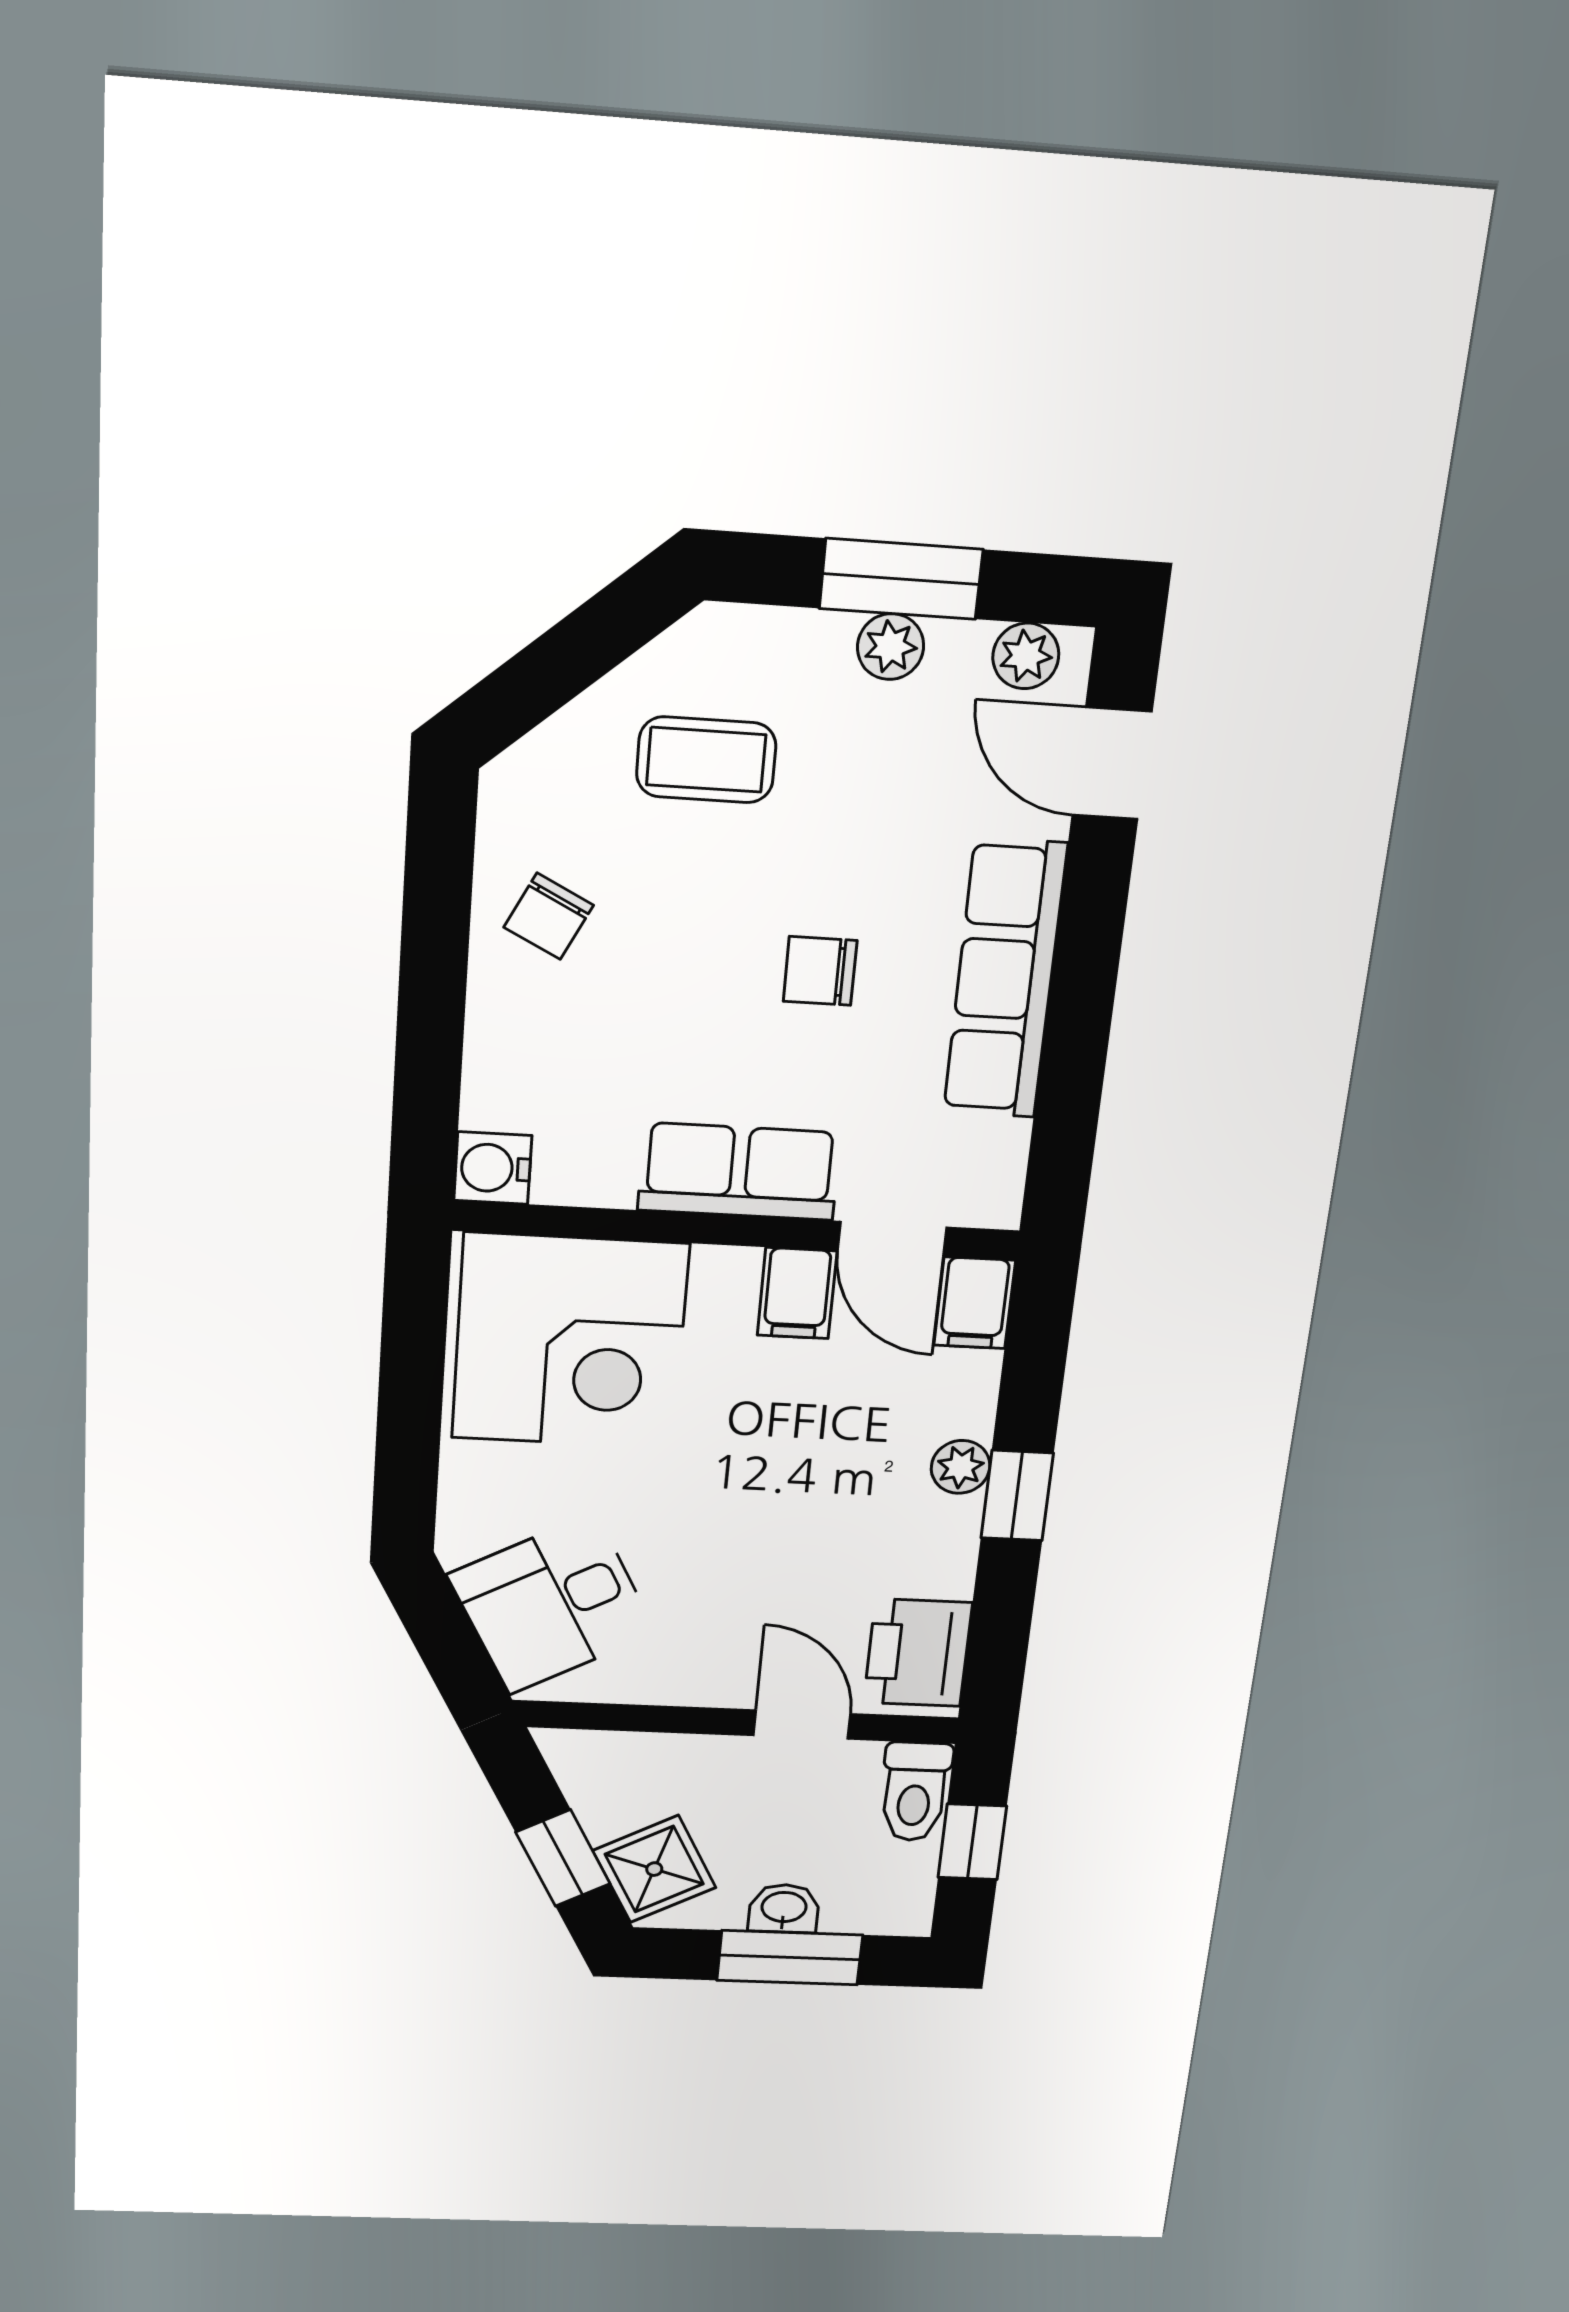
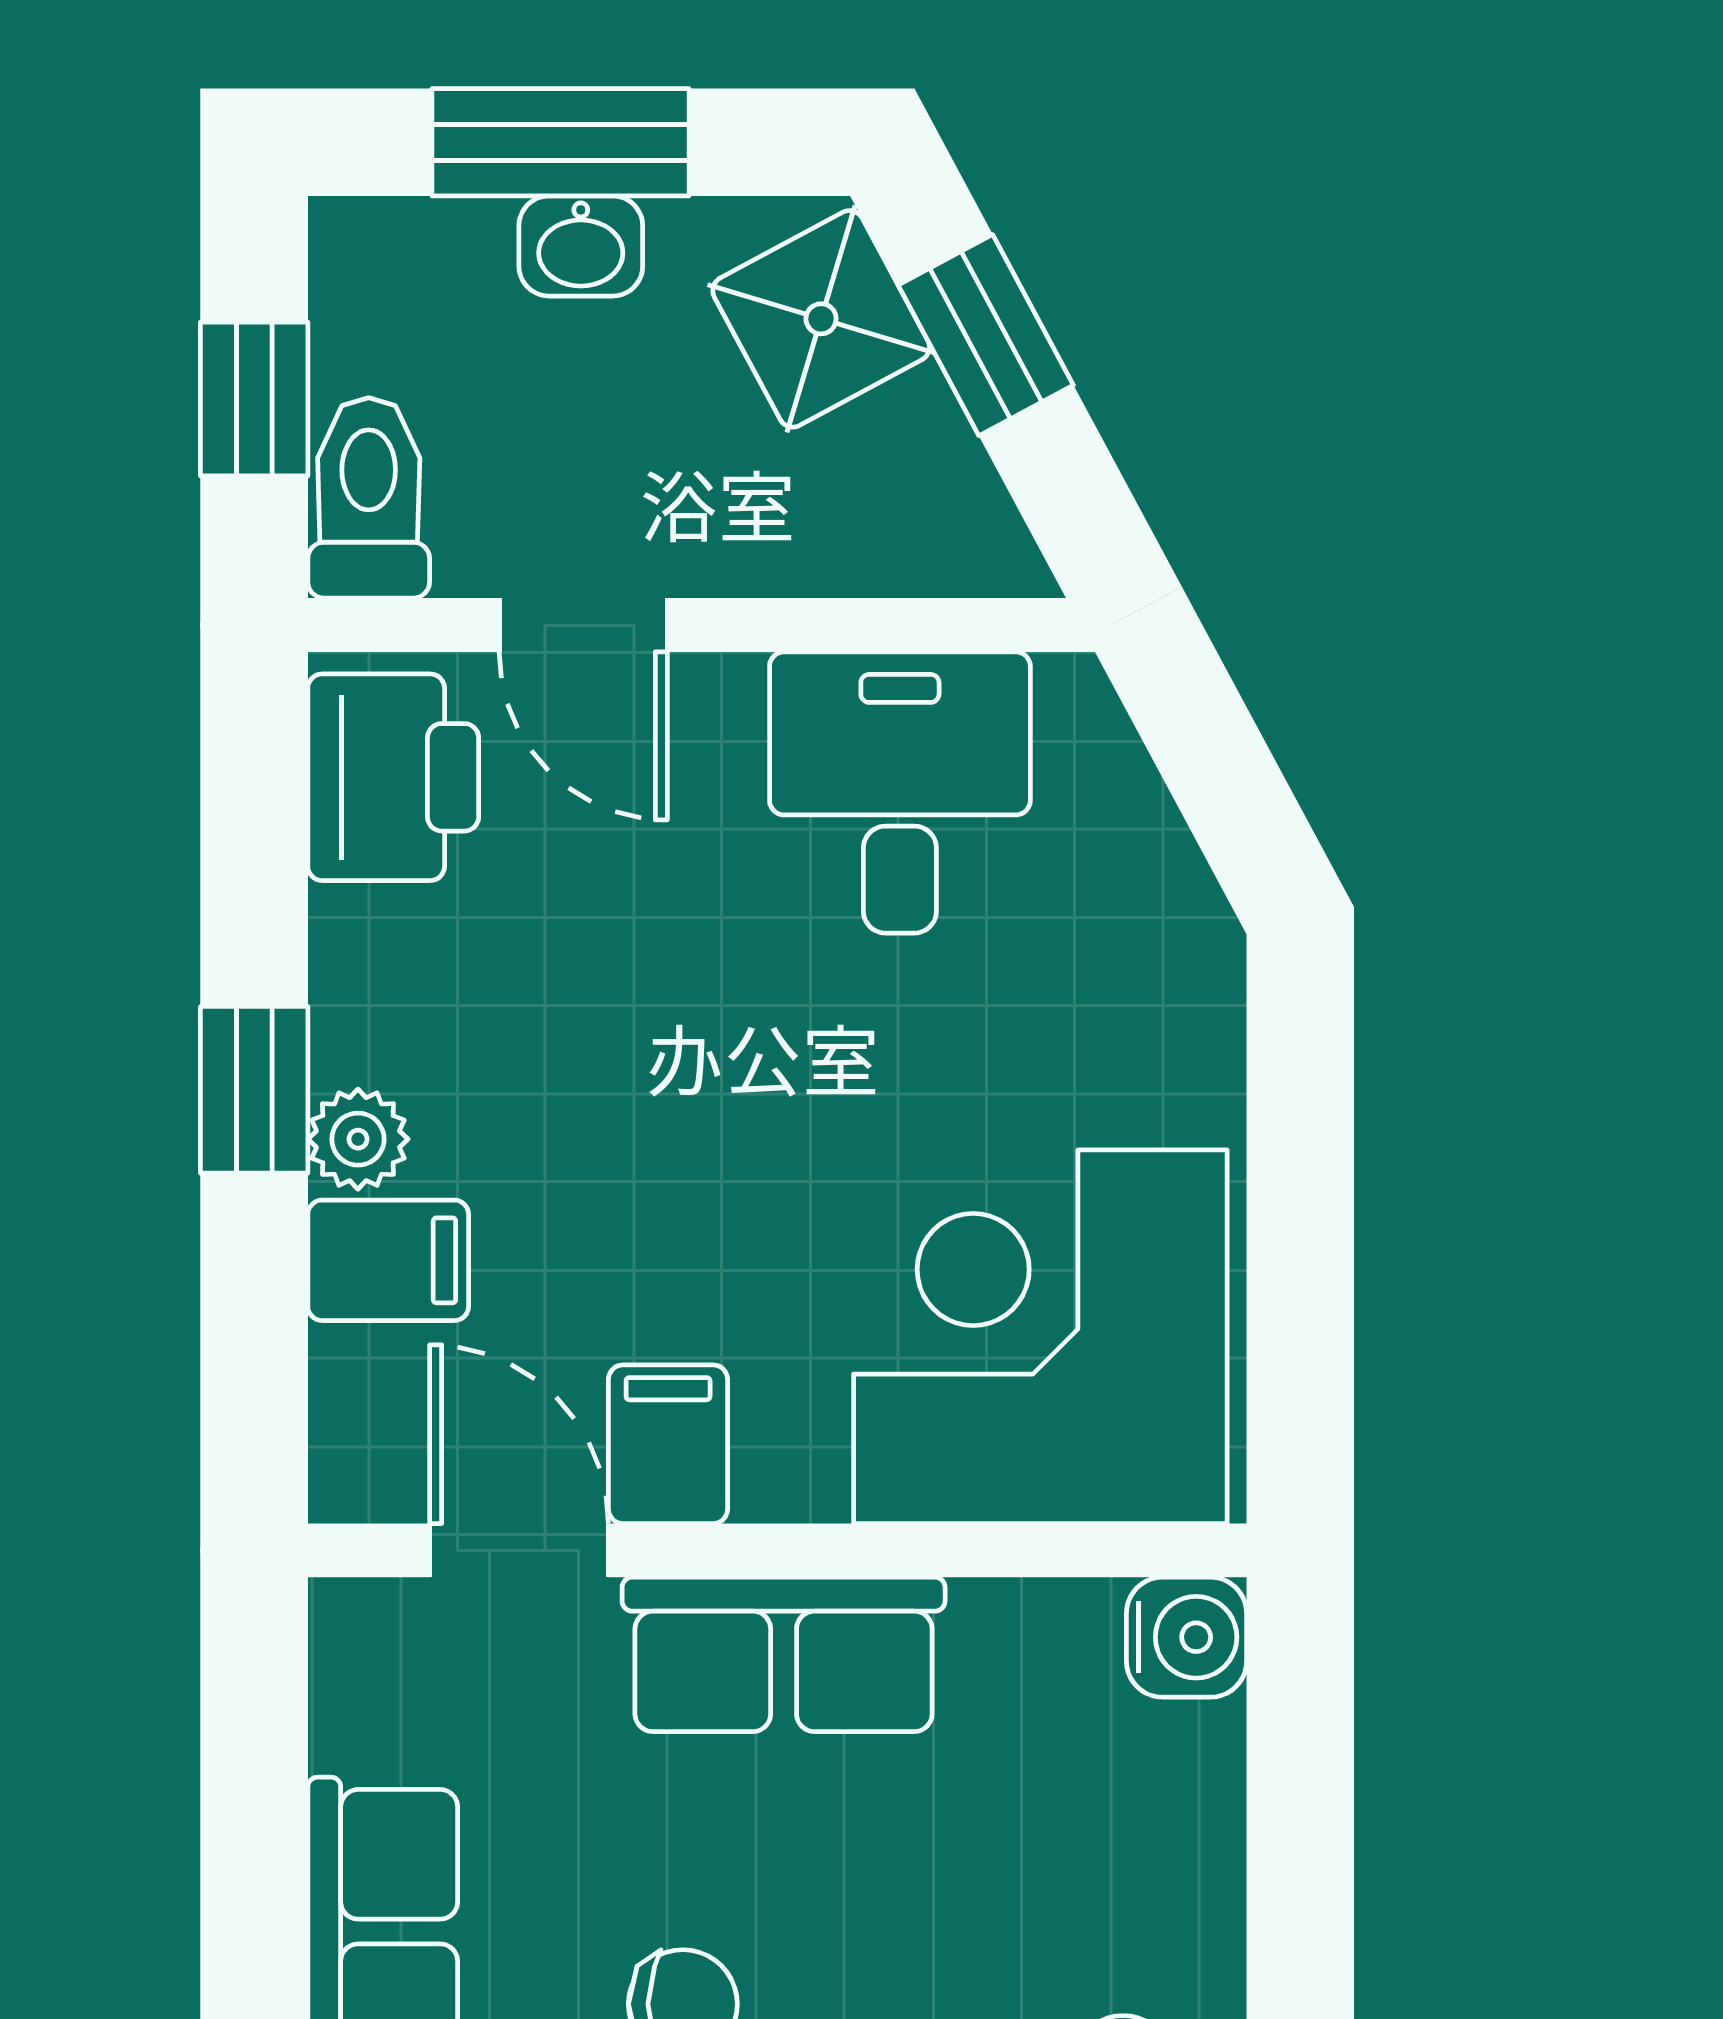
filing cabinet: (975, 1303) -> (388, 1260), moved, turned 90
desk: (552, 1604) -> (900, 792), moved, turned -62

